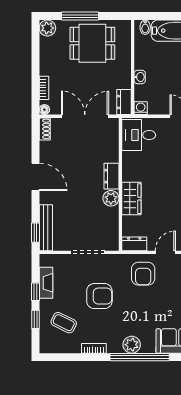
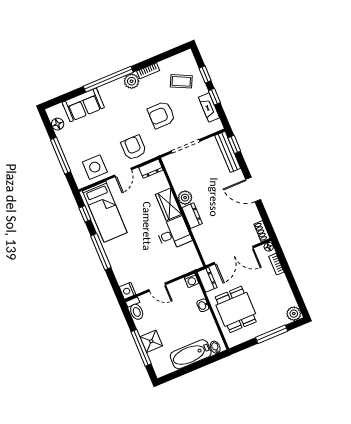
dining table: (92, 43) -> (236, 309), moved, turned 90
desk: (139, 135) -> (174, 234), moved
plant: (132, 345) -> (132, 81), moved

